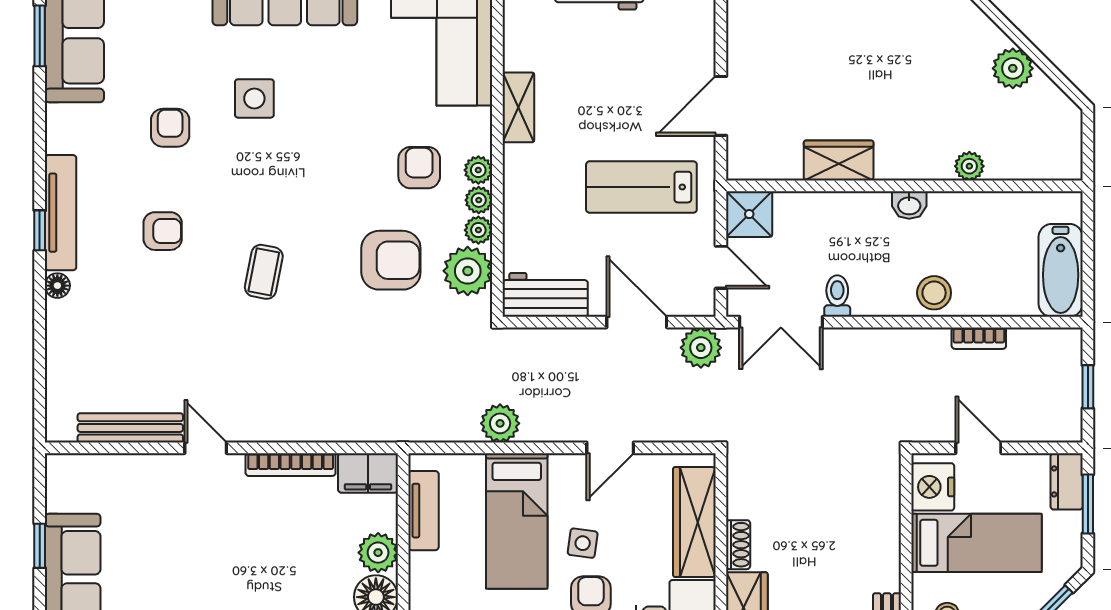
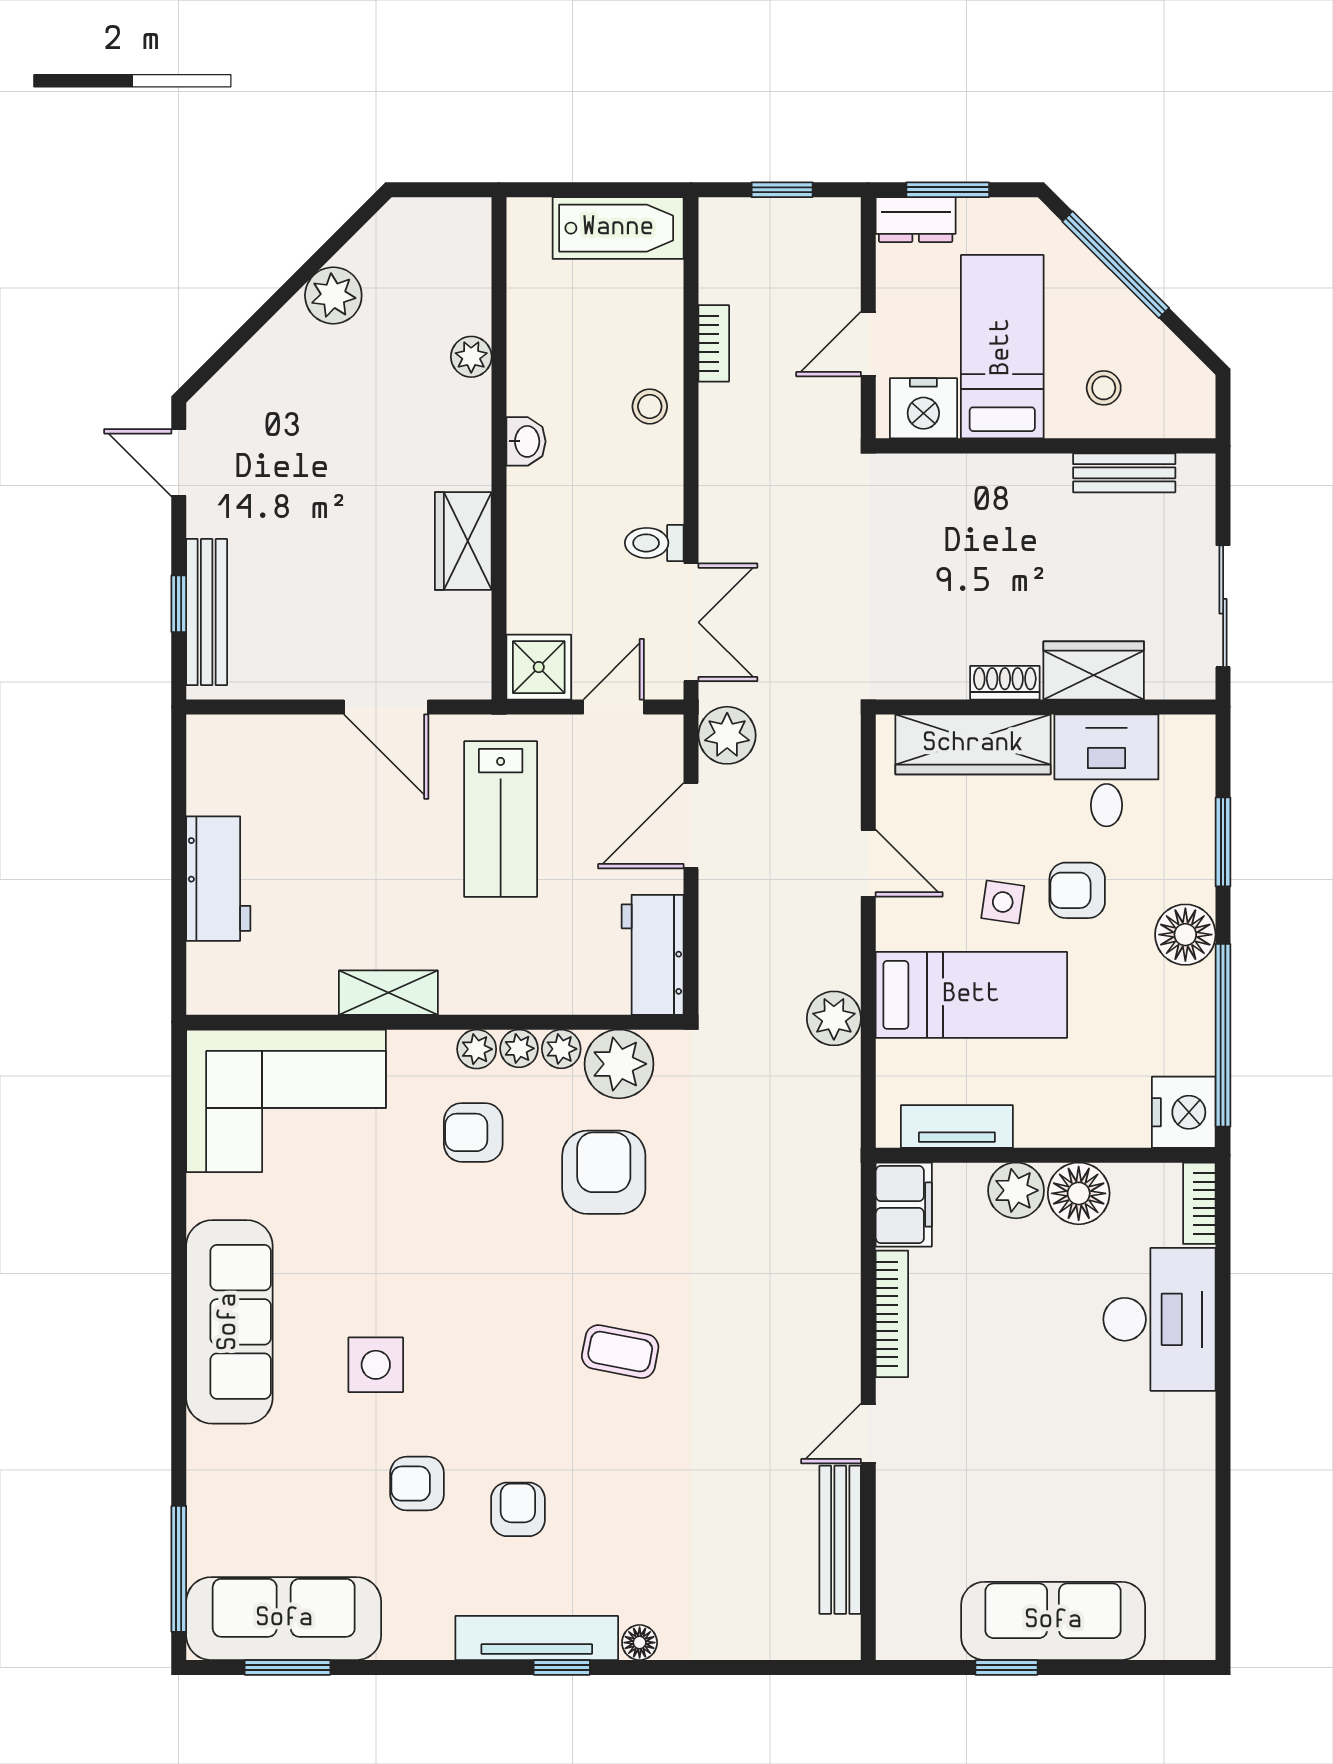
armchair: (163, 231) -> (518, 1509), moved
stool: (934, 293) -> (650, 406), width x0.73, depth x0.73

